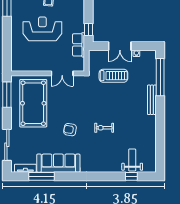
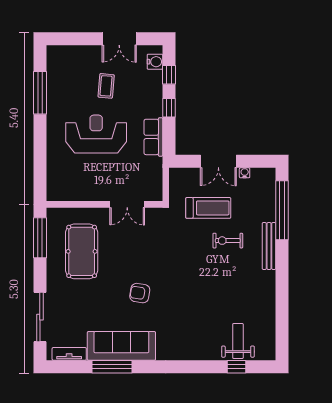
window: (89, 29) -> (169, 108), moved
row of seats: (79, 45) -> (153, 137), moved
pool table: (33, 103) -> (82, 251), width x0.73, depth x0.76
exercise bike: (104, 128) -> (228, 241), moved
window: (42, 176) -> (112, 367), moved

